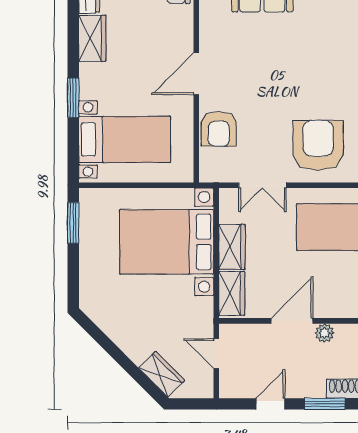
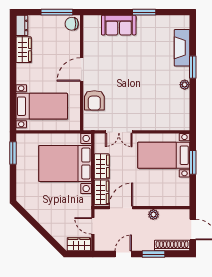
window: (73, 98) -> (13, 83), removed
armchair: (318, 145) -> (150, 109), removed
door: (292, 321) -> (121, 208), moved
wardrobe: (162, 374) -> (79, 244), moved, turned -45

